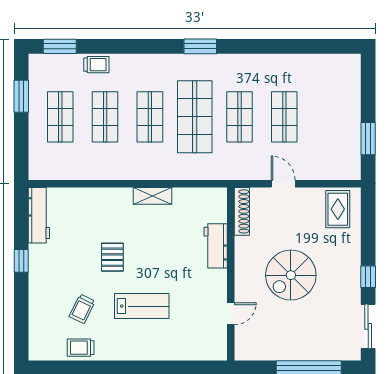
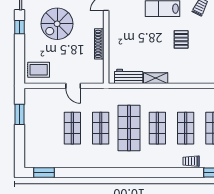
window: (200, 46) -> (44, 173), moved
rug: (338, 209) -> (39, 70), turned 90
shoe rack: (242, 211) -> (99, 44), moved
workbench: (216, 246) -> (129, 76), moved, turned -90
spiral stairs: (291, 275) -> (57, 24), moved, turned 180

